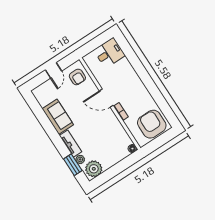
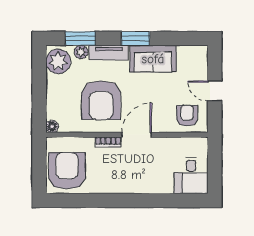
armchair: (77, 77) -> (187, 116), turned 90
armchair: (152, 124) -> (67, 171), turned -90
armchair: (100, 131) -> (101, 100), added
window: (53, 134) -> (135, 38), added

